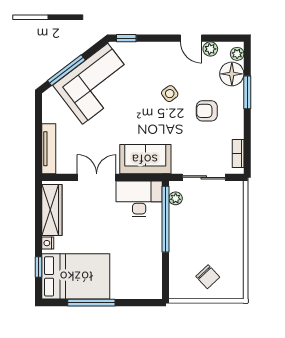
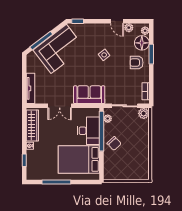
armchair: (207, 111) -> (137, 63), moved
double door: (97, 177) -> (60, 106), swing flipped
plant: (235, 190) -> (144, 113), added
desk: (139, 199) -> (88, 131), moved, turned 90
bed: (76, 276) -> (79, 159), moved, turned 180
chair: (208, 277) -> (114, 143), moved

